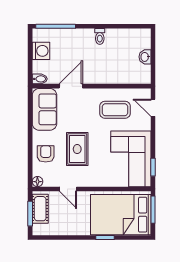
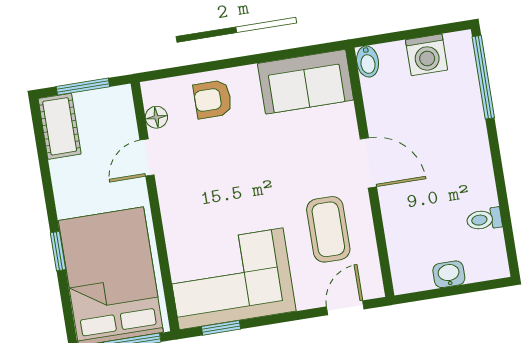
toilet: (100, 36) -> (484, 219), moved
door: (71, 86) -> (368, 163), moved
rug: (77, 149) -> (233, 163), removed
armchair: (46, 154) -> (213, 99), turned 180
floor lamp: (37, 182) -> (156, 117), moved
cot: (40, 209) -> (60, 126), moved, turned 90

